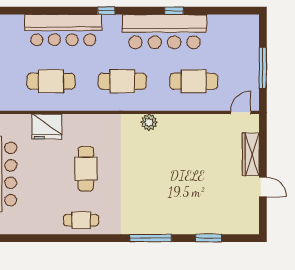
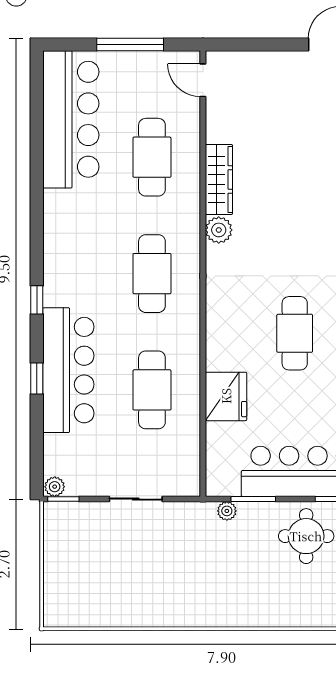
window: (174, 11) -> (37, 379), moved
bar counter: (164, 32) -> (71, 119), moved
wardrobe: (251, 154) -> (219, 179), moved, turned -90
cafe table: (86, 169) -> (295, 333), turned 90

